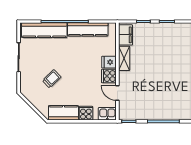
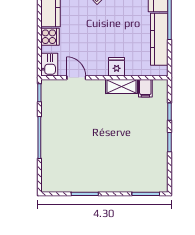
filing cabinet: (125, 35) -> (145, 88), width x0.50
cooker: (109, 76) -> (98, 67), removed
door: (117, 93) -> (76, 78), hinge flipped

